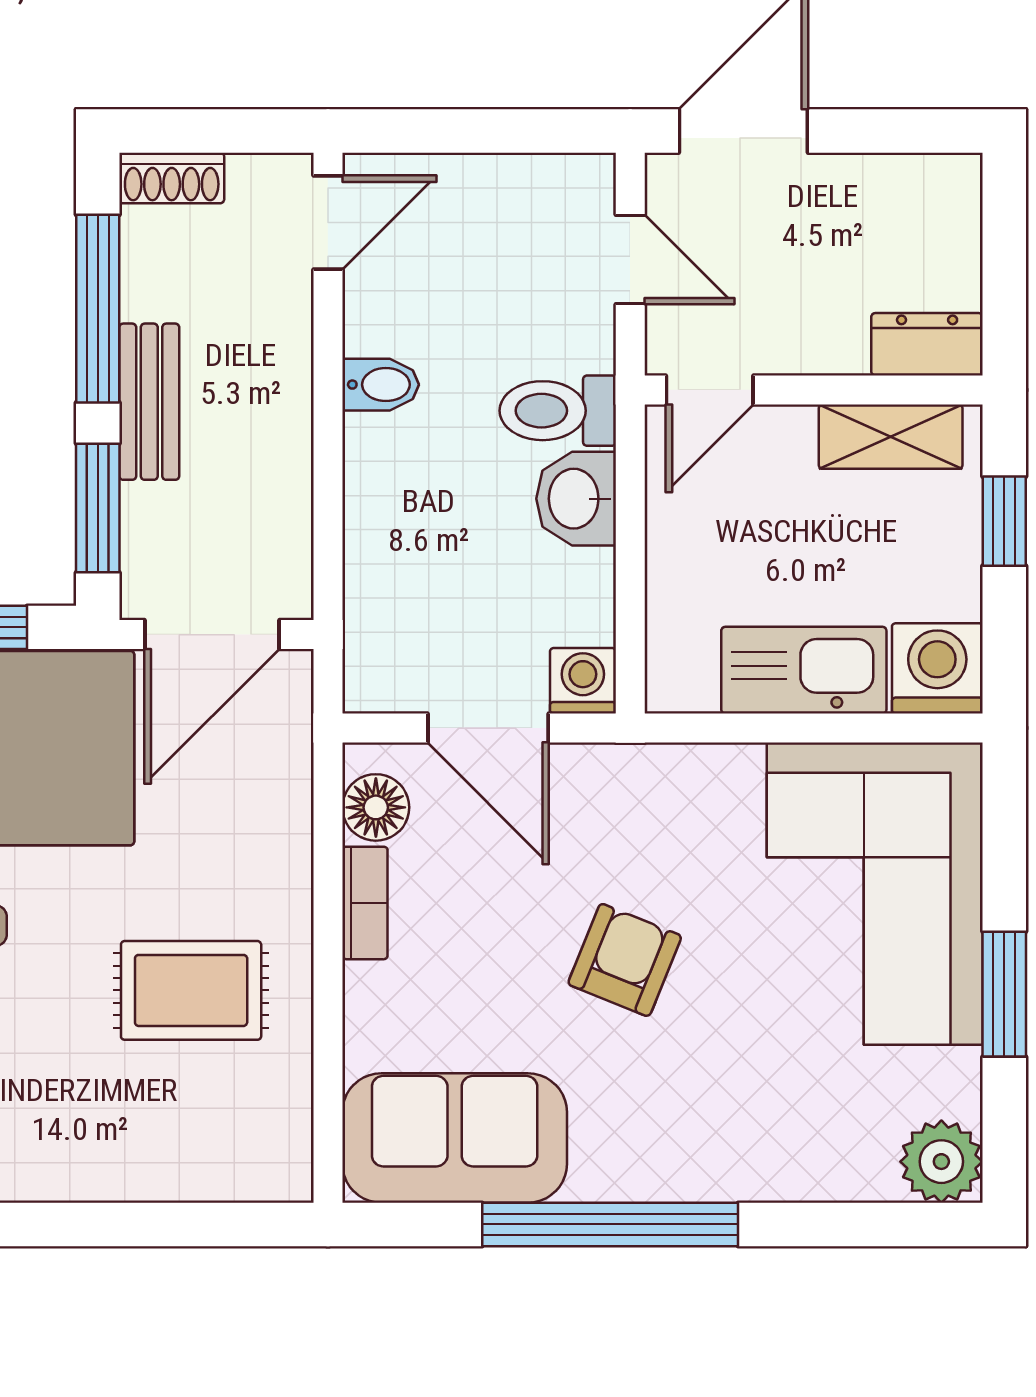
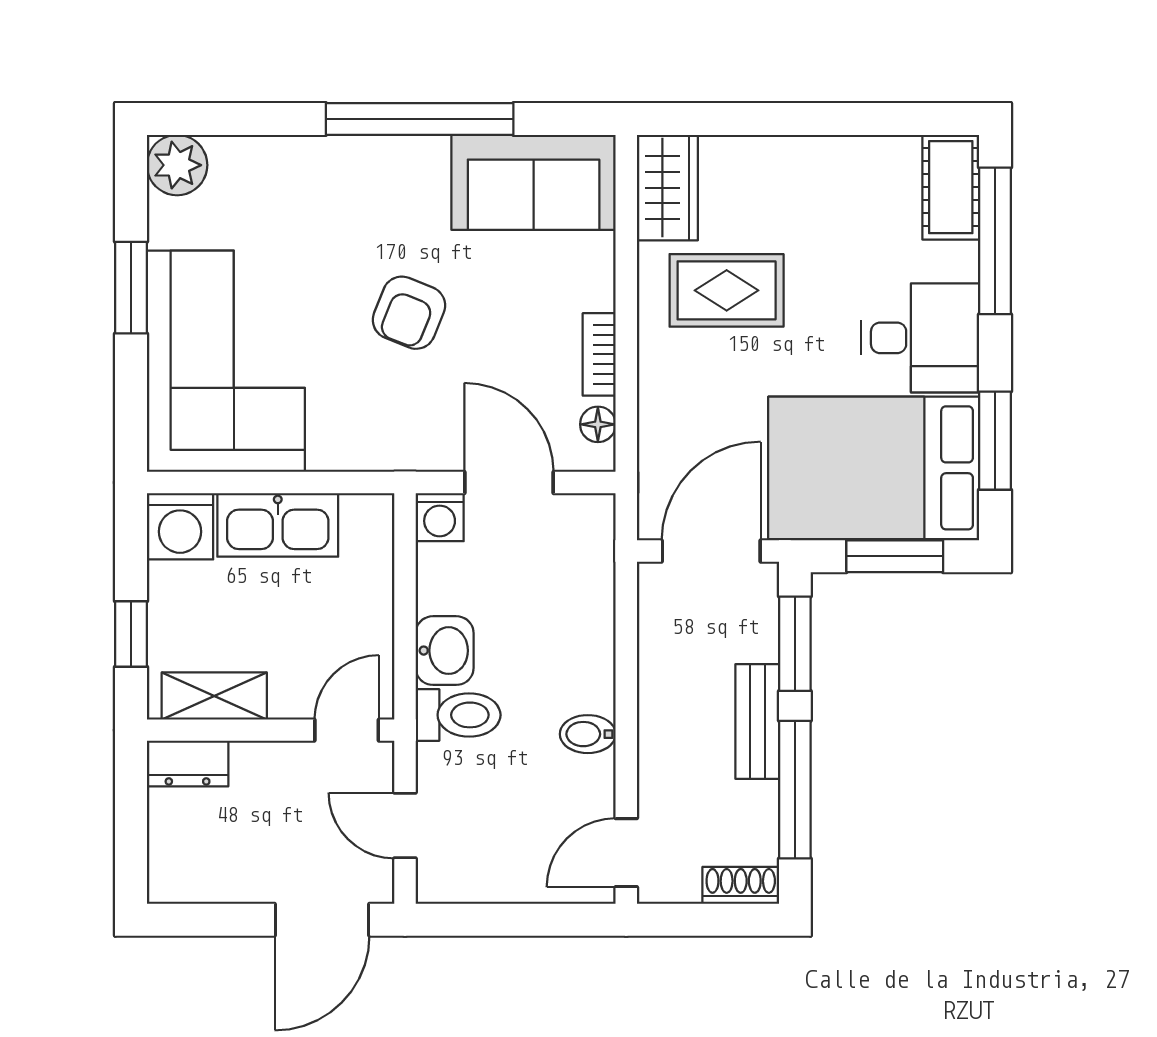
floor lamp: (376, 807) -> (598, 424), width x0.73, depth x0.73
wardrobe: (272, 1131) -> (667, 188), added

